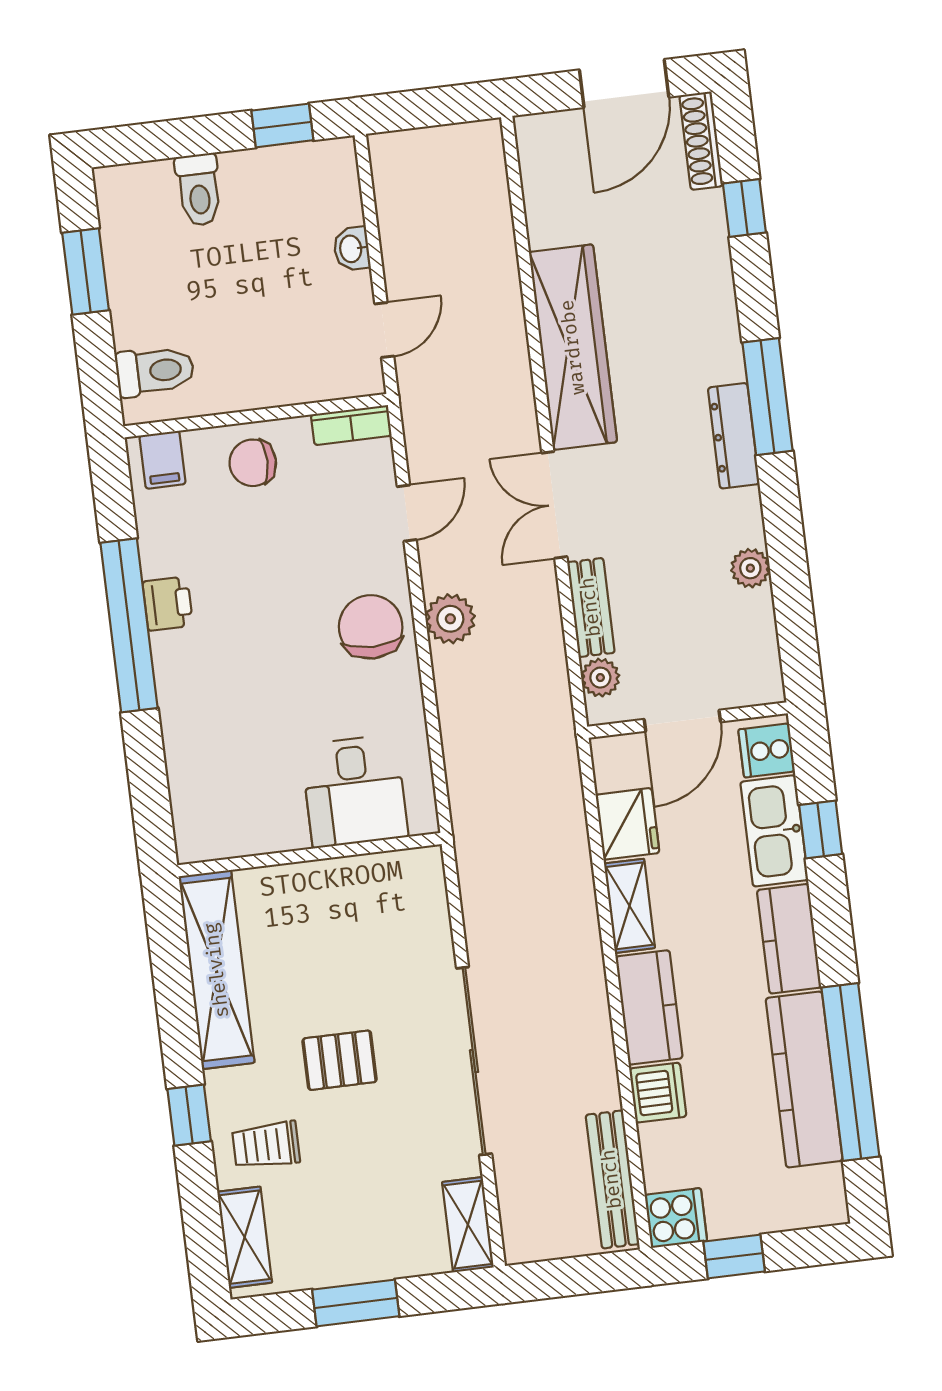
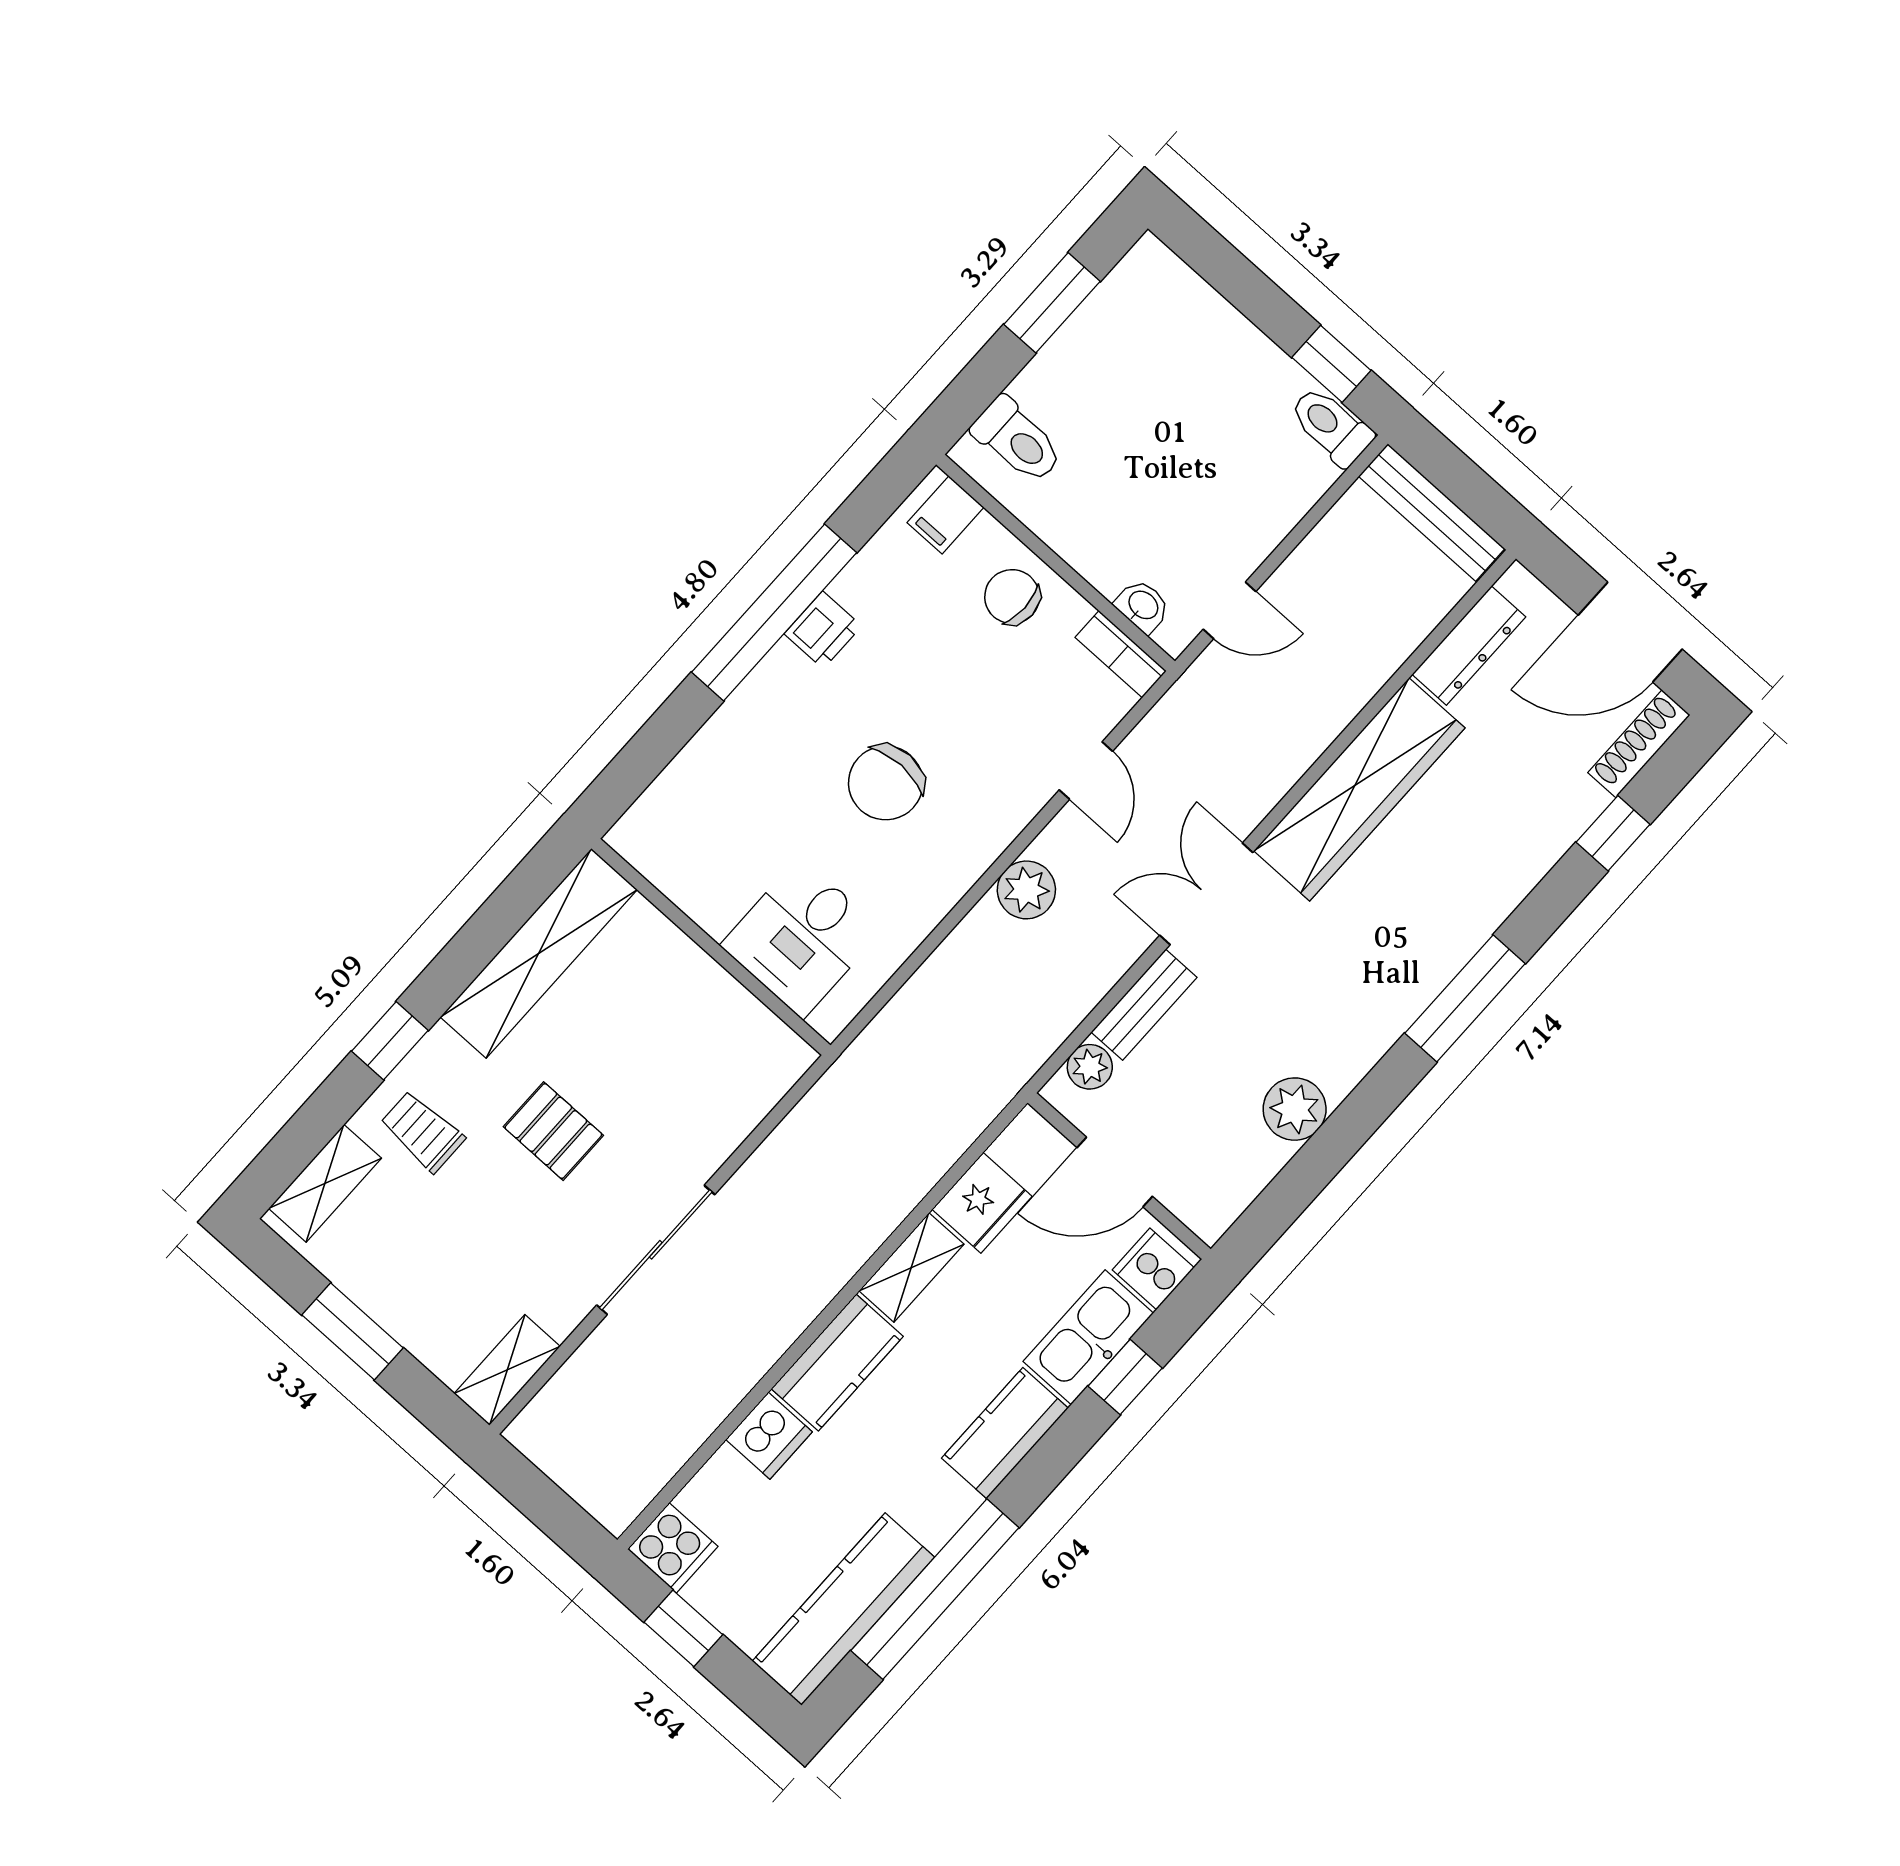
toilet: (199, 190) -> (1331, 426), moved, turned 90
washbasin: (352, 249) -> (1143, 606), moved, turned 90
dresser: (734, 436) -> (1469, 646), moved, turned 180
door: (407, 513) -> (1086, 771), hinge flipped
plant: (750, 568) -> (1295, 1109), width x1.38, depth x1.38
chair: (371, 627) -> (886, 783), moved, turned 180
sliding door: (474, 1061) -> (656, 1250), width x0.73
kitchen counter: (804, 1079) -> (843, 1609), moved
bench: (612, 1179) -> (1432, 512), moved, turned 90

